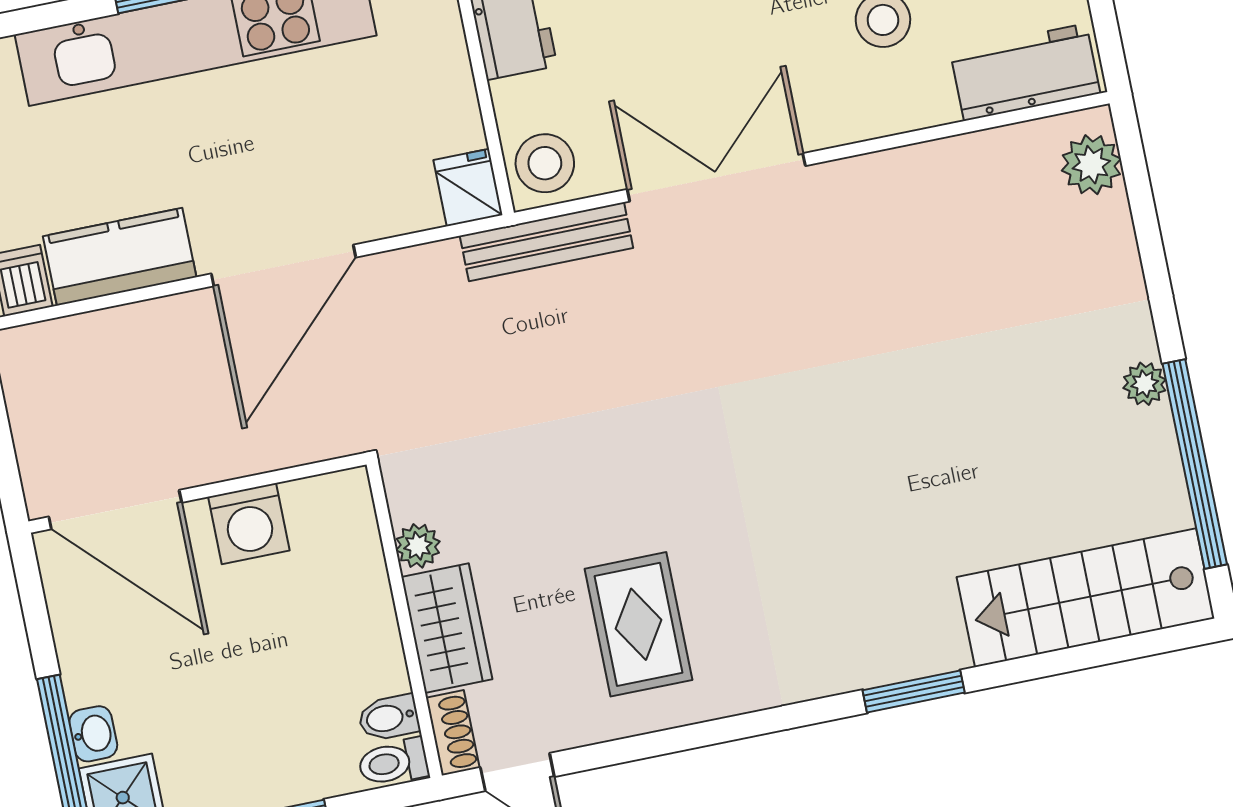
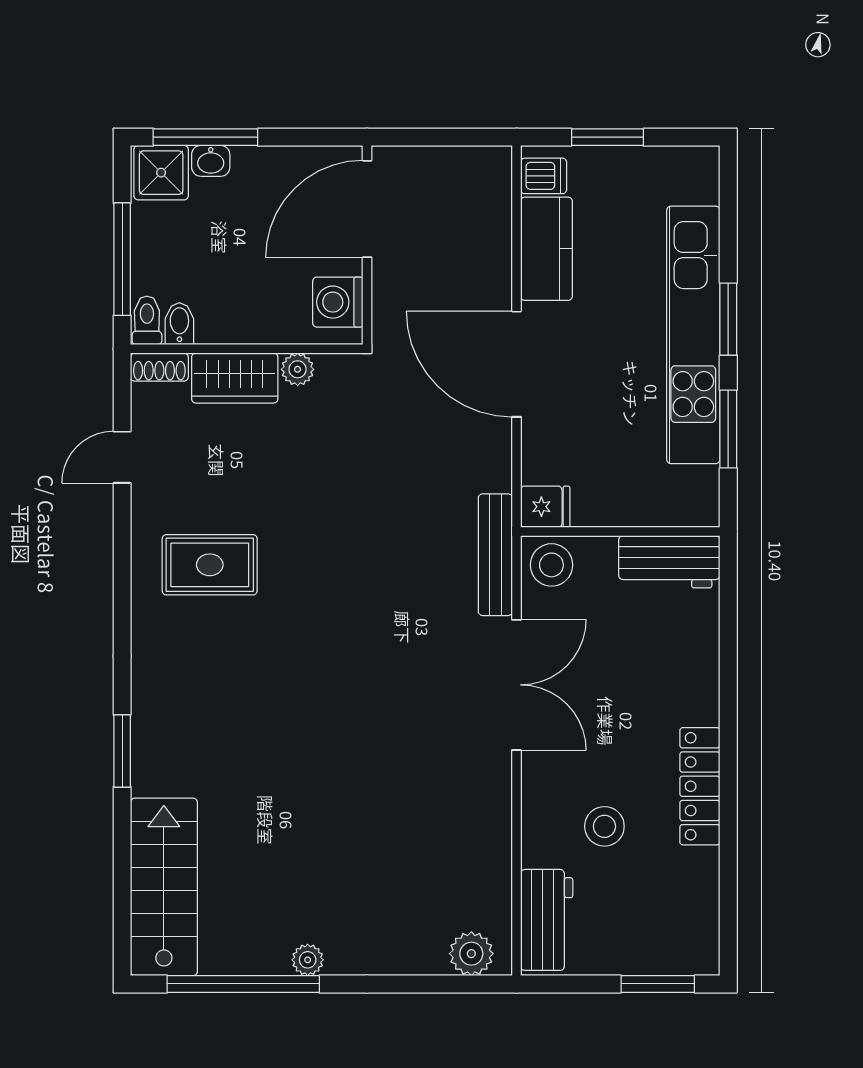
plant: (418, 546) -> (298, 369), moved
wall: (404, 620) -> (247, 349), moved
wardrobe: (447, 628) -> (235, 378), moved
bidet: (389, 718) -> (179, 324), moved
shoe rack: (453, 733) -> (159, 367), moved
toilet: (393, 762) -> (147, 320), moved

